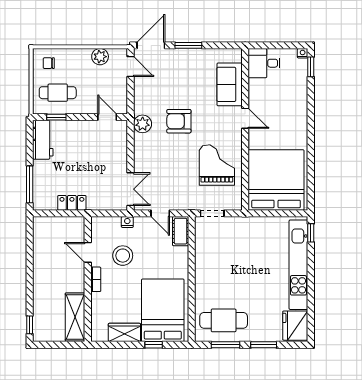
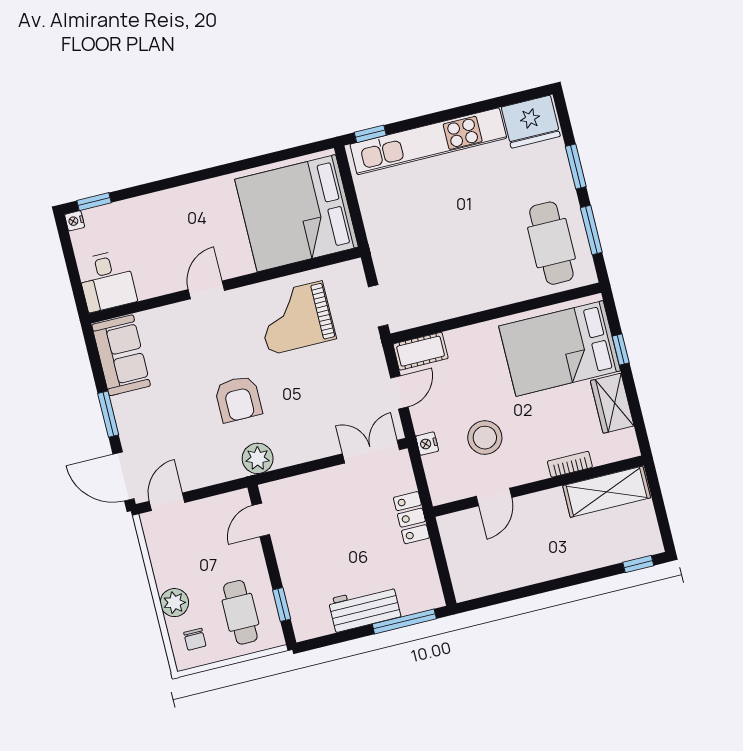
plant: (100, 57) -> (174, 603), moved
sofa: (230, 84) -> (121, 355), moved, turned -90
workbench: (43, 140) -> (365, 608), moved
locker: (72, 203) -> (411, 518), moved
bookcase: (96, 279) -> (570, 464), moved

